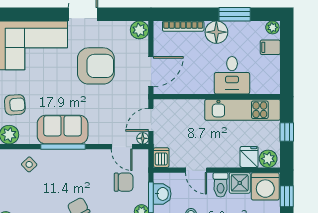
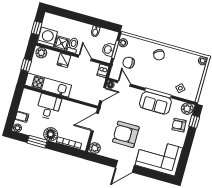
fridge: (249, 157) -> (64, 60), moved

